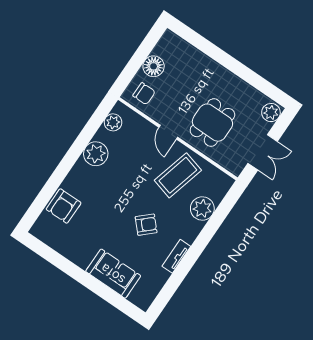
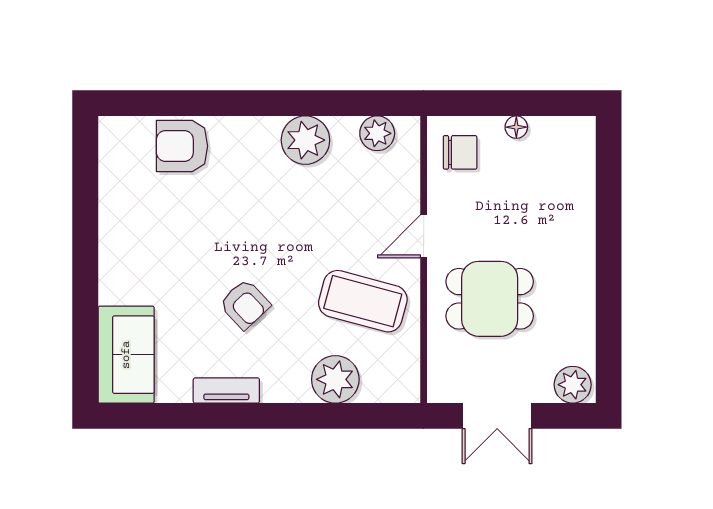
floor lamp: (154, 66) -> (516, 127), width x0.53, depth x0.53
chair: (144, 94) -> (460, 152), turned -90
sofa: (113, 274) -> (126, 355), moved

